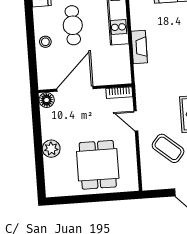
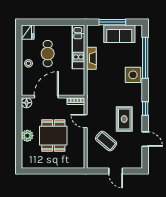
fireplace: (139, 47) -> (91, 58), moved
dining table: (98, 165) -> (53, 136), moved

